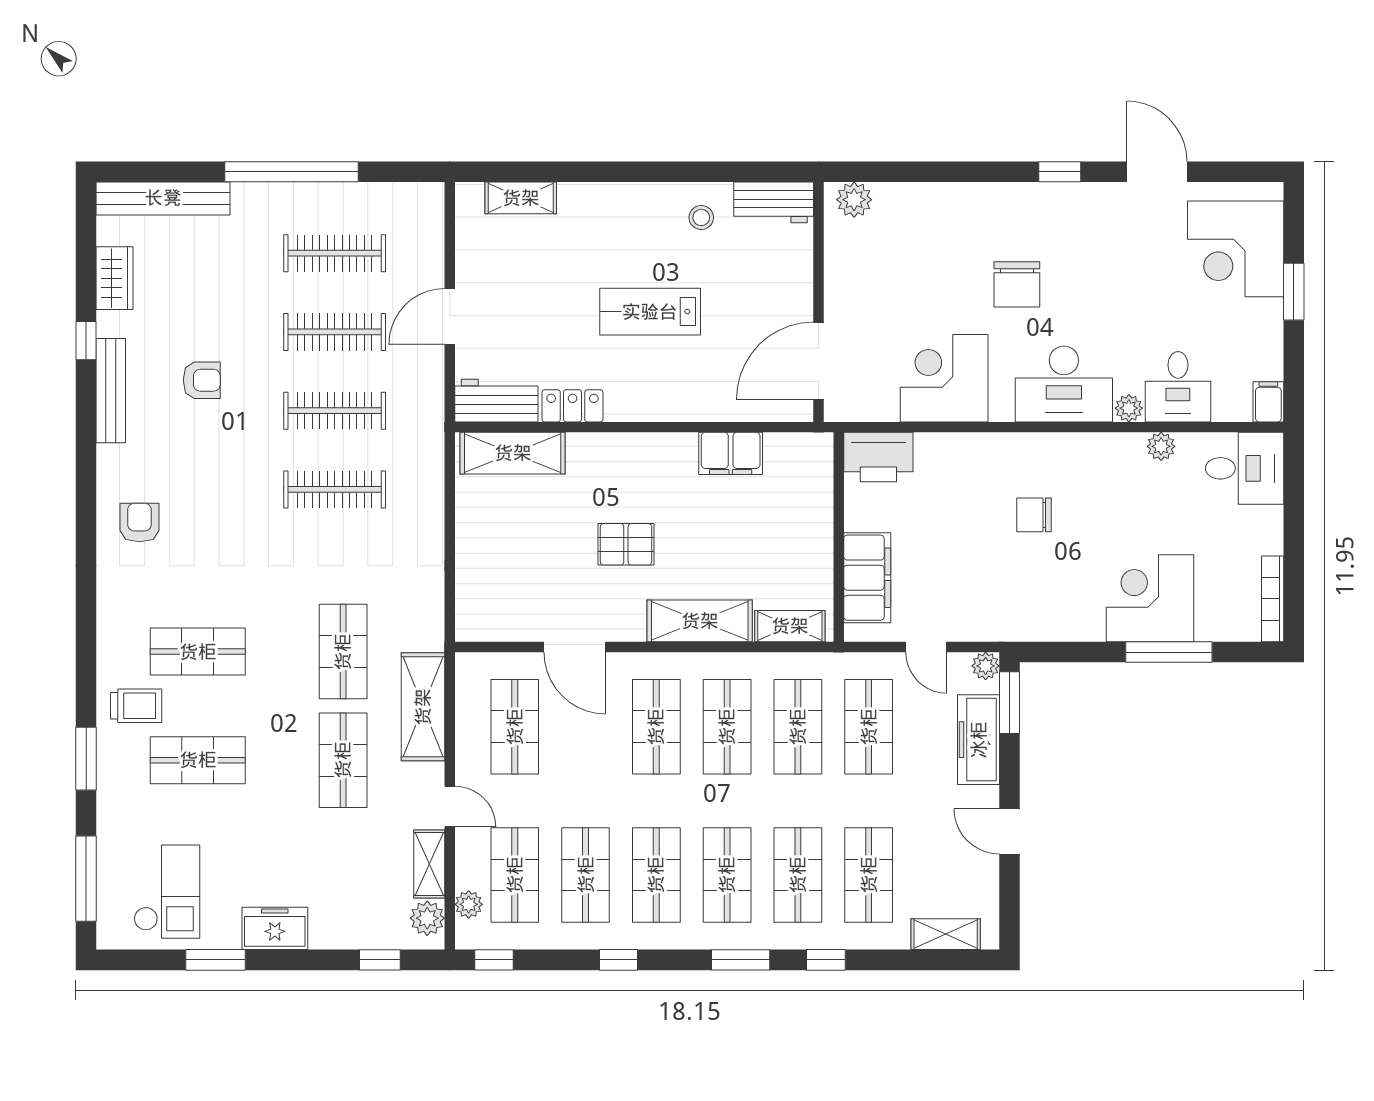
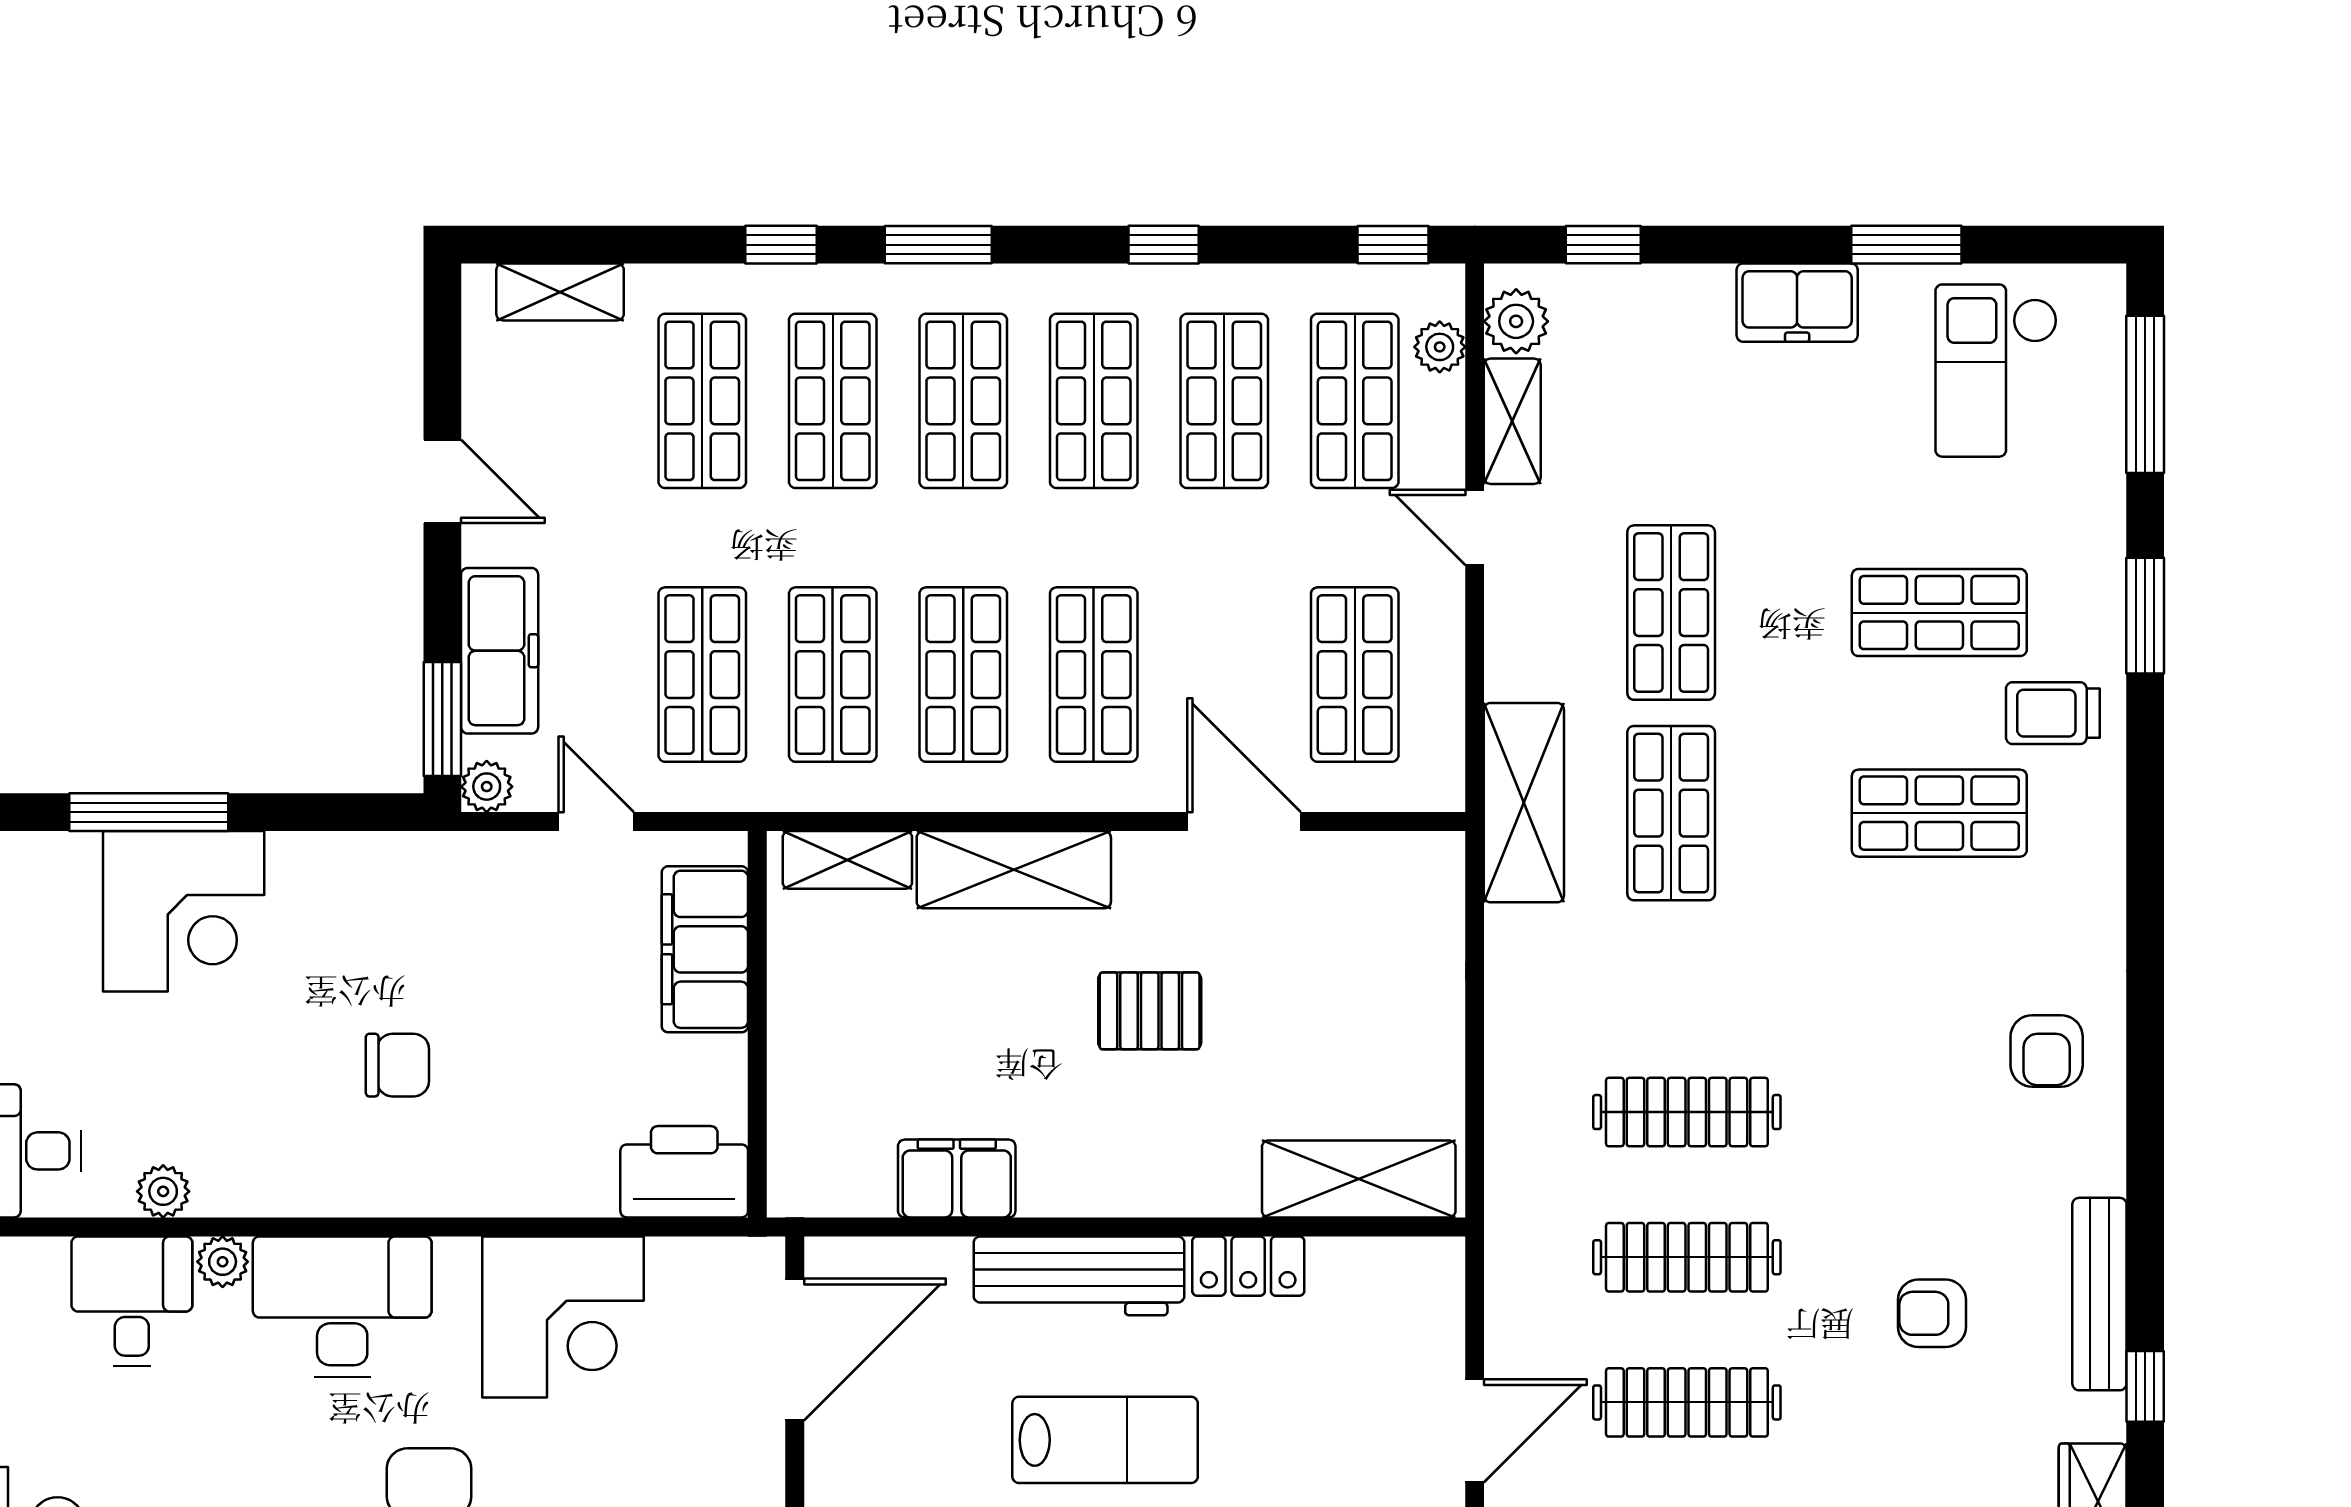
workbench: (496, 401) -> (1079, 1276), moved, width x1.38
shelving: (423, 707) -> (1524, 803), moved

